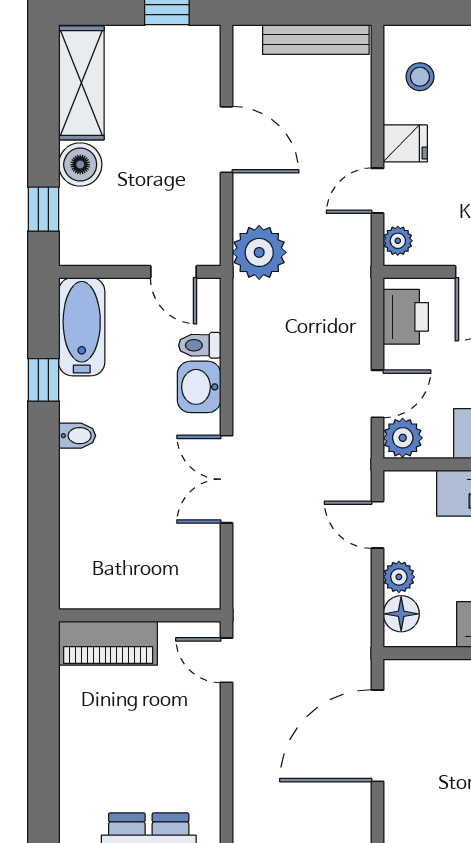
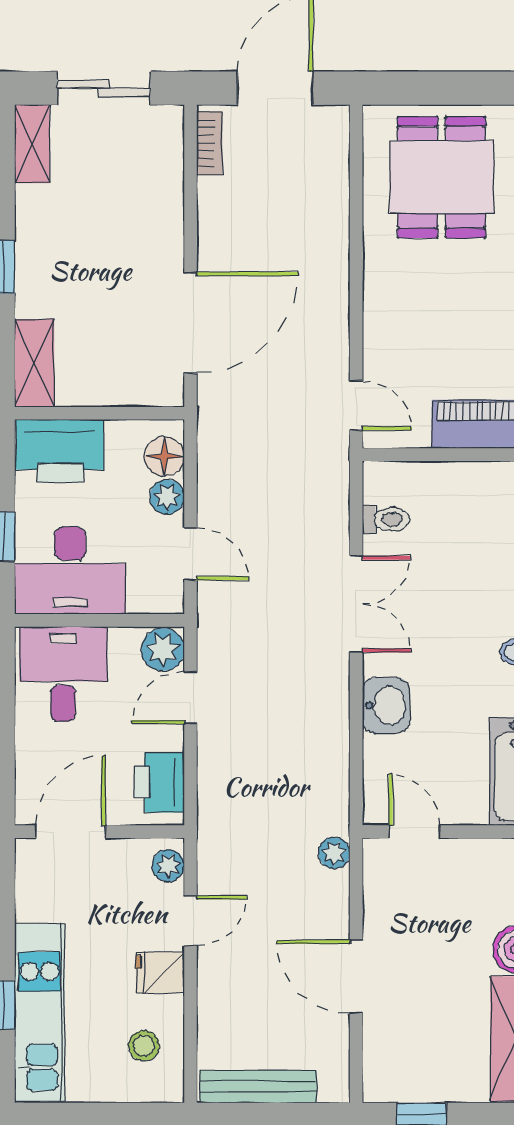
plant: (259, 252) -> (334, 853), width x0.53, depth x0.53
toilet: (200, 345) -> (386, 519), moved

